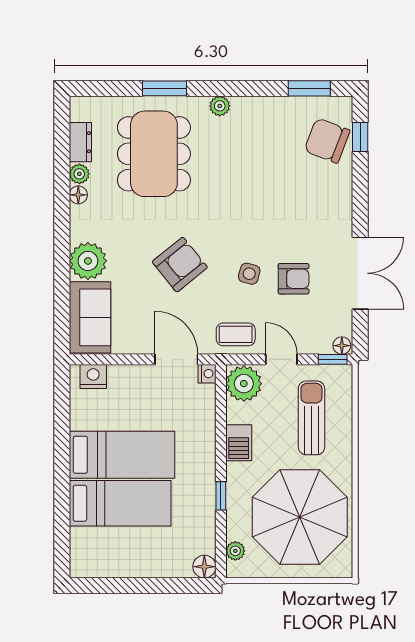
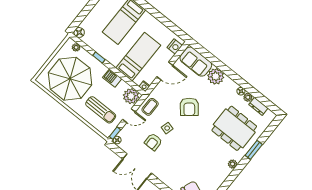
door: (176, 359) -> (165, 71), moved
bed: (122, 455) -> (138, 57), moved, turned 180

